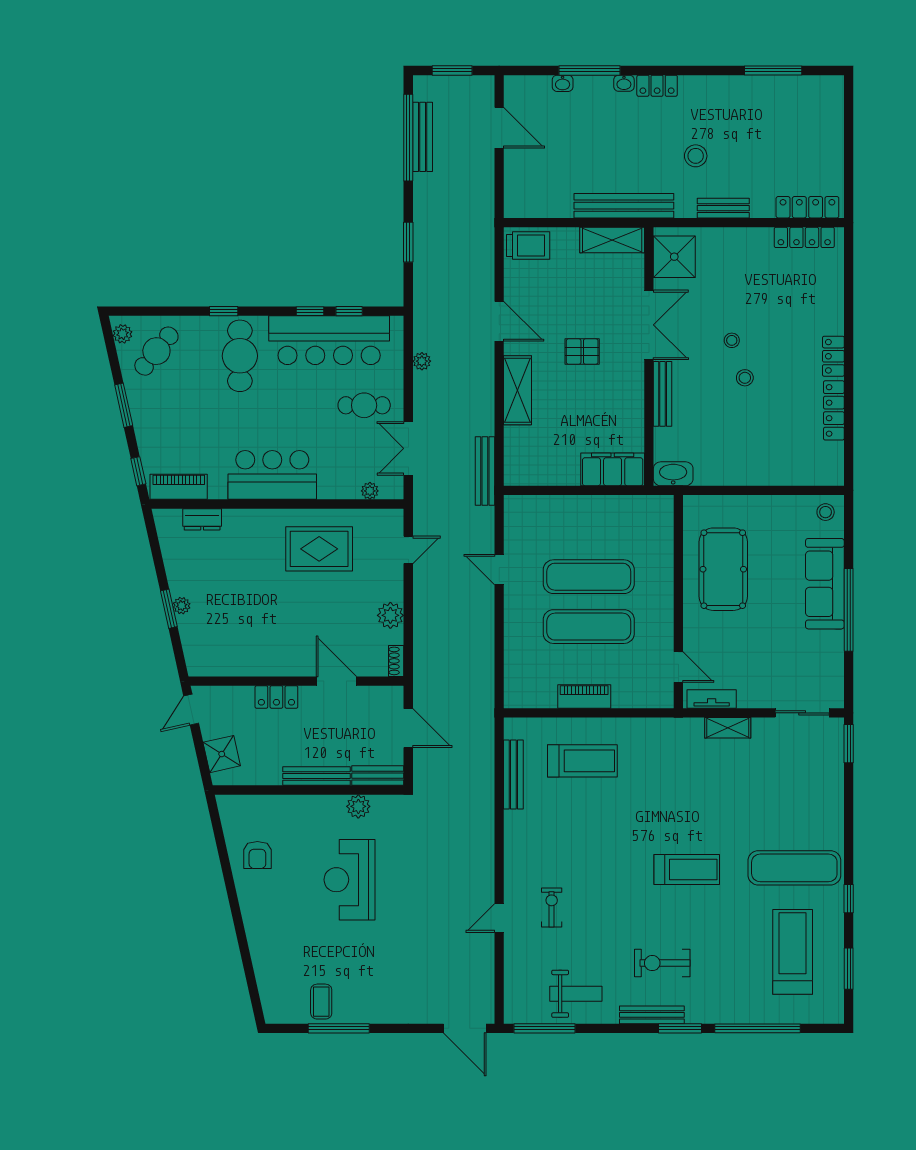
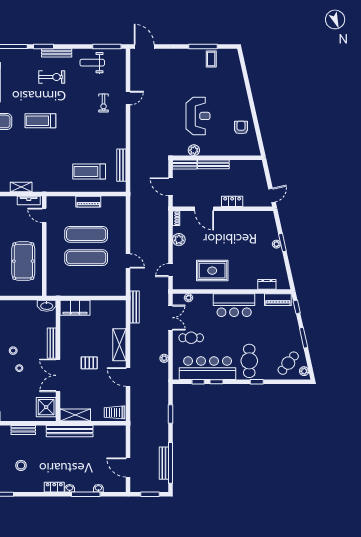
stool: (696, 156) -> (21, 465), moved
shower: (222, 754) -> (258, 175), removed

